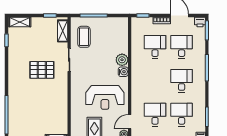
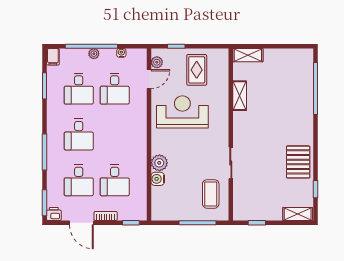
shelving: (63, 31) -> (240, 96), moved
pallet: (42, 70) -> (298, 162), moved, turned 90
water cooler: (123, 72) -> (158, 179), moved

